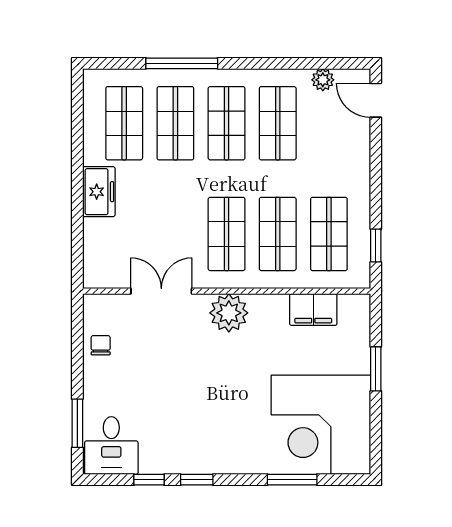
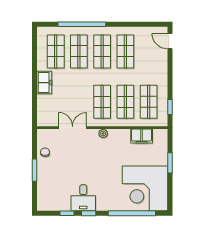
window: (182, 63) -> (82, 24), width x1.46
plant: (323, 80) -> (146, 32), removed
plant: (229, 313) -> (103, 133), width x0.53, depth x0.53
window: (77, 423) -> (34, 170), moved
desk: (111, 446) -> (83, 198), moved
window: (292, 480) -> (132, 213), width x2.11

